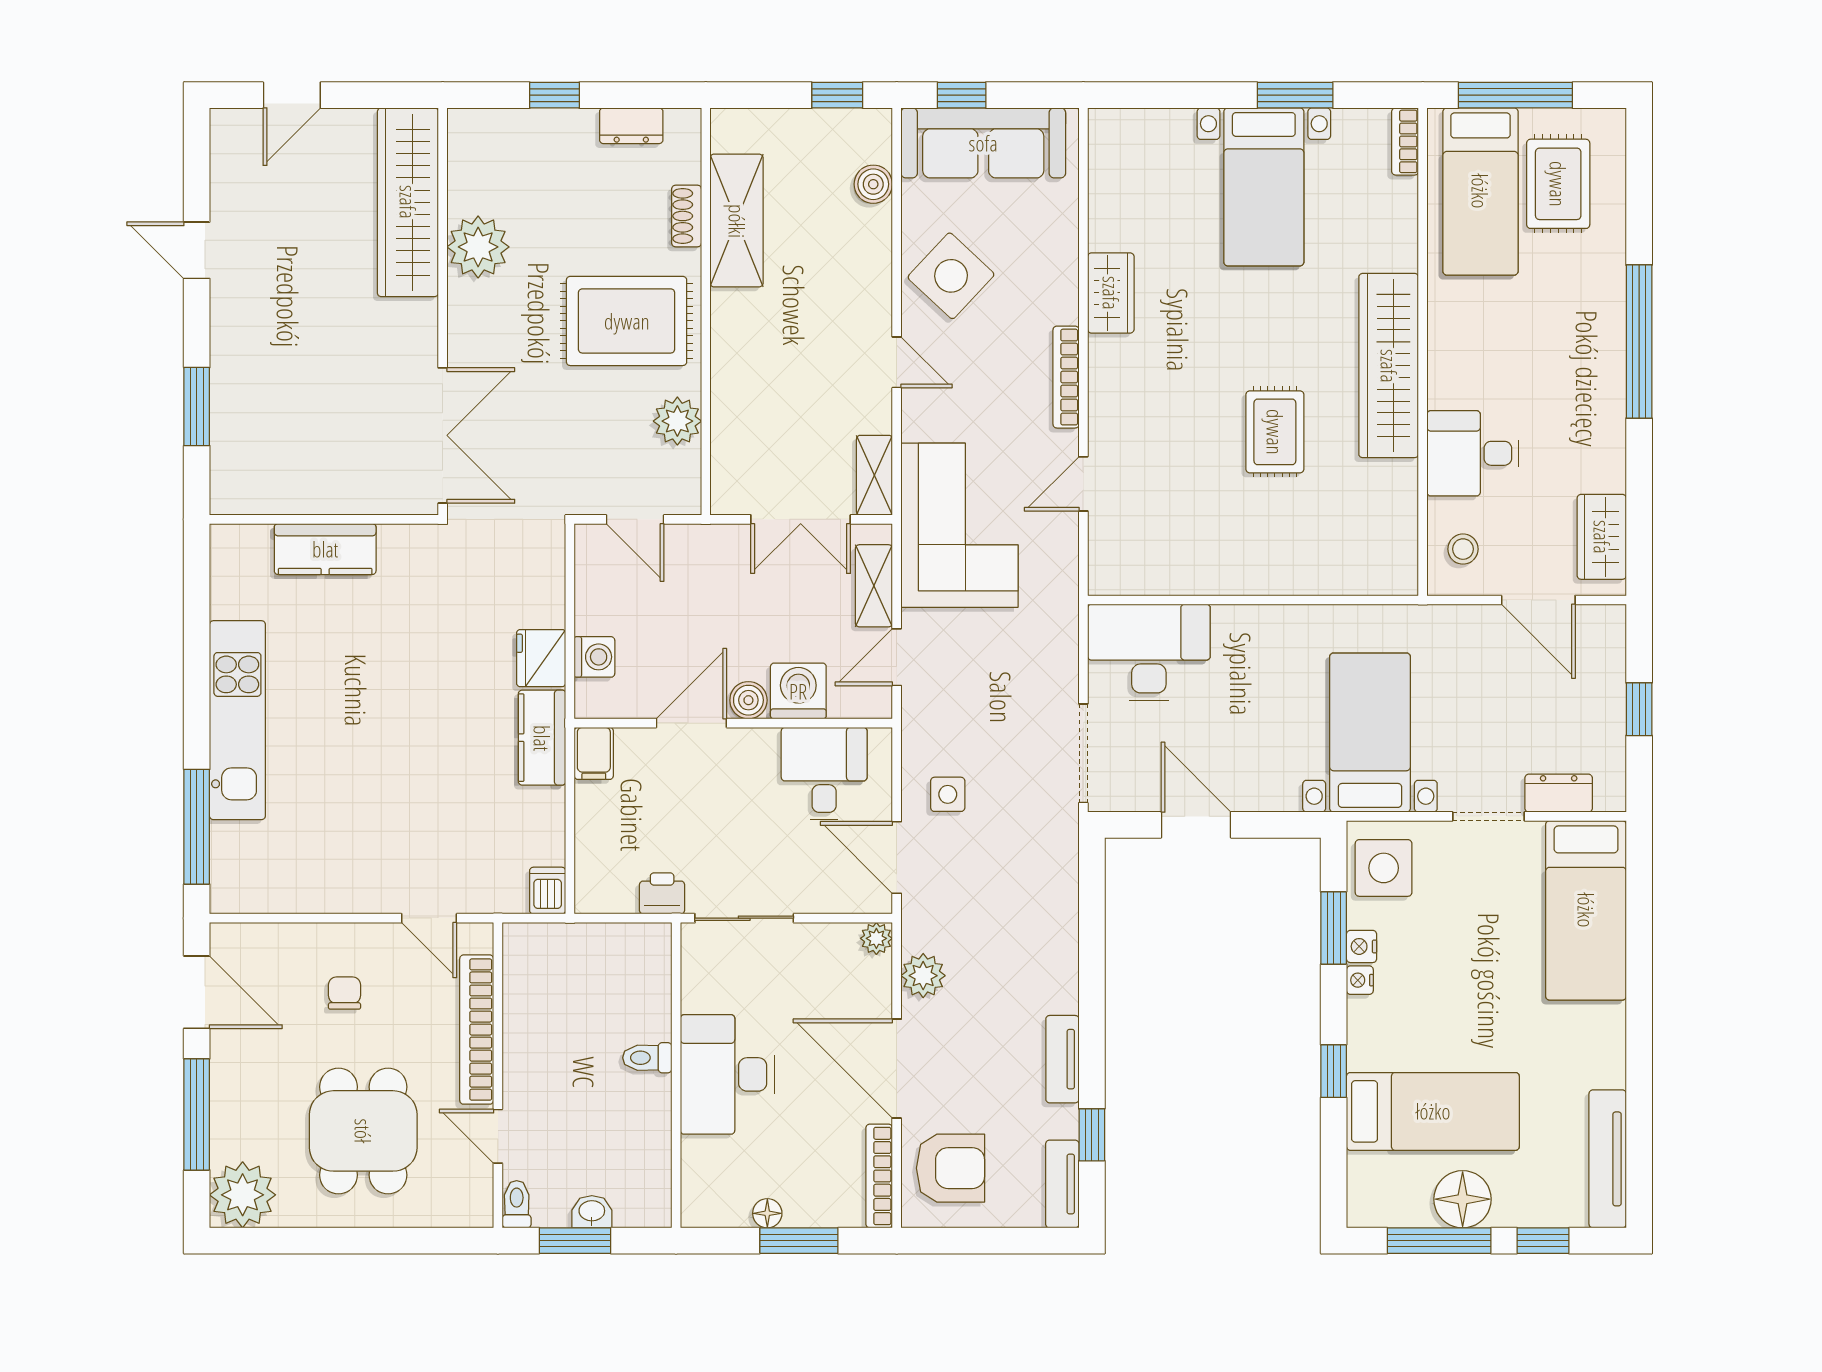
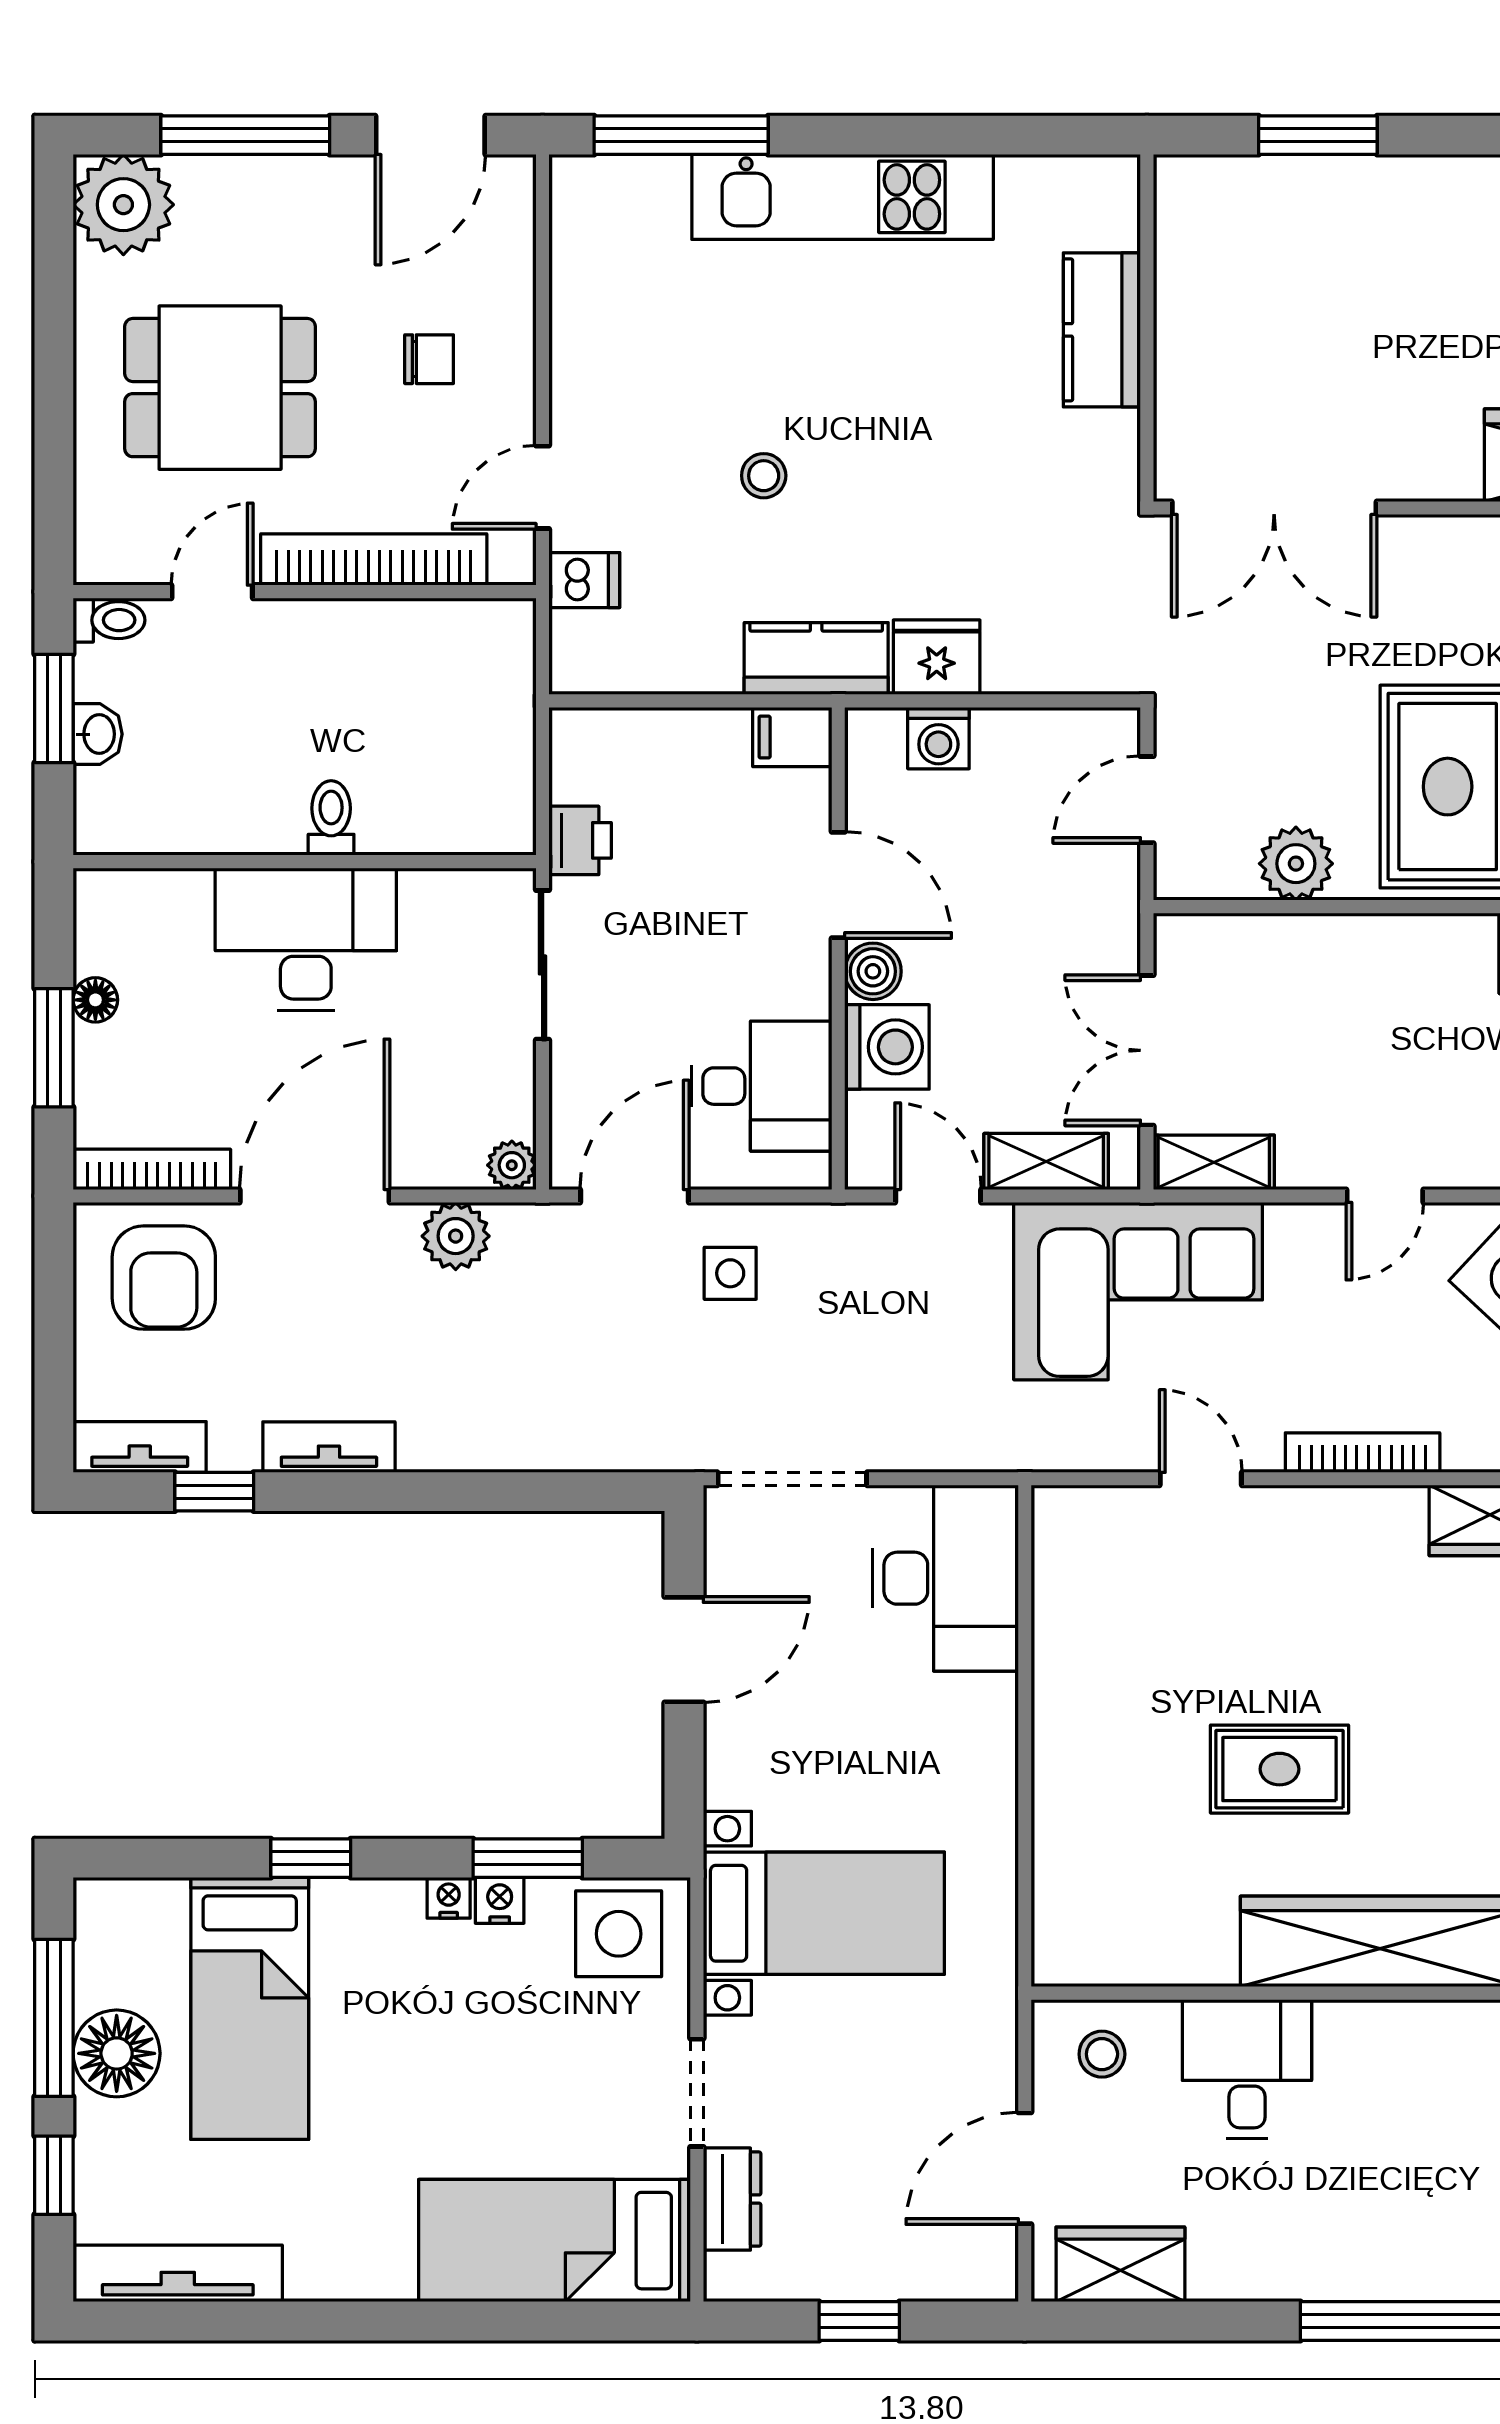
stool: (421, 772) -> (764, 476), added
dishwasher: (548, 891) -> (584, 580), moved

